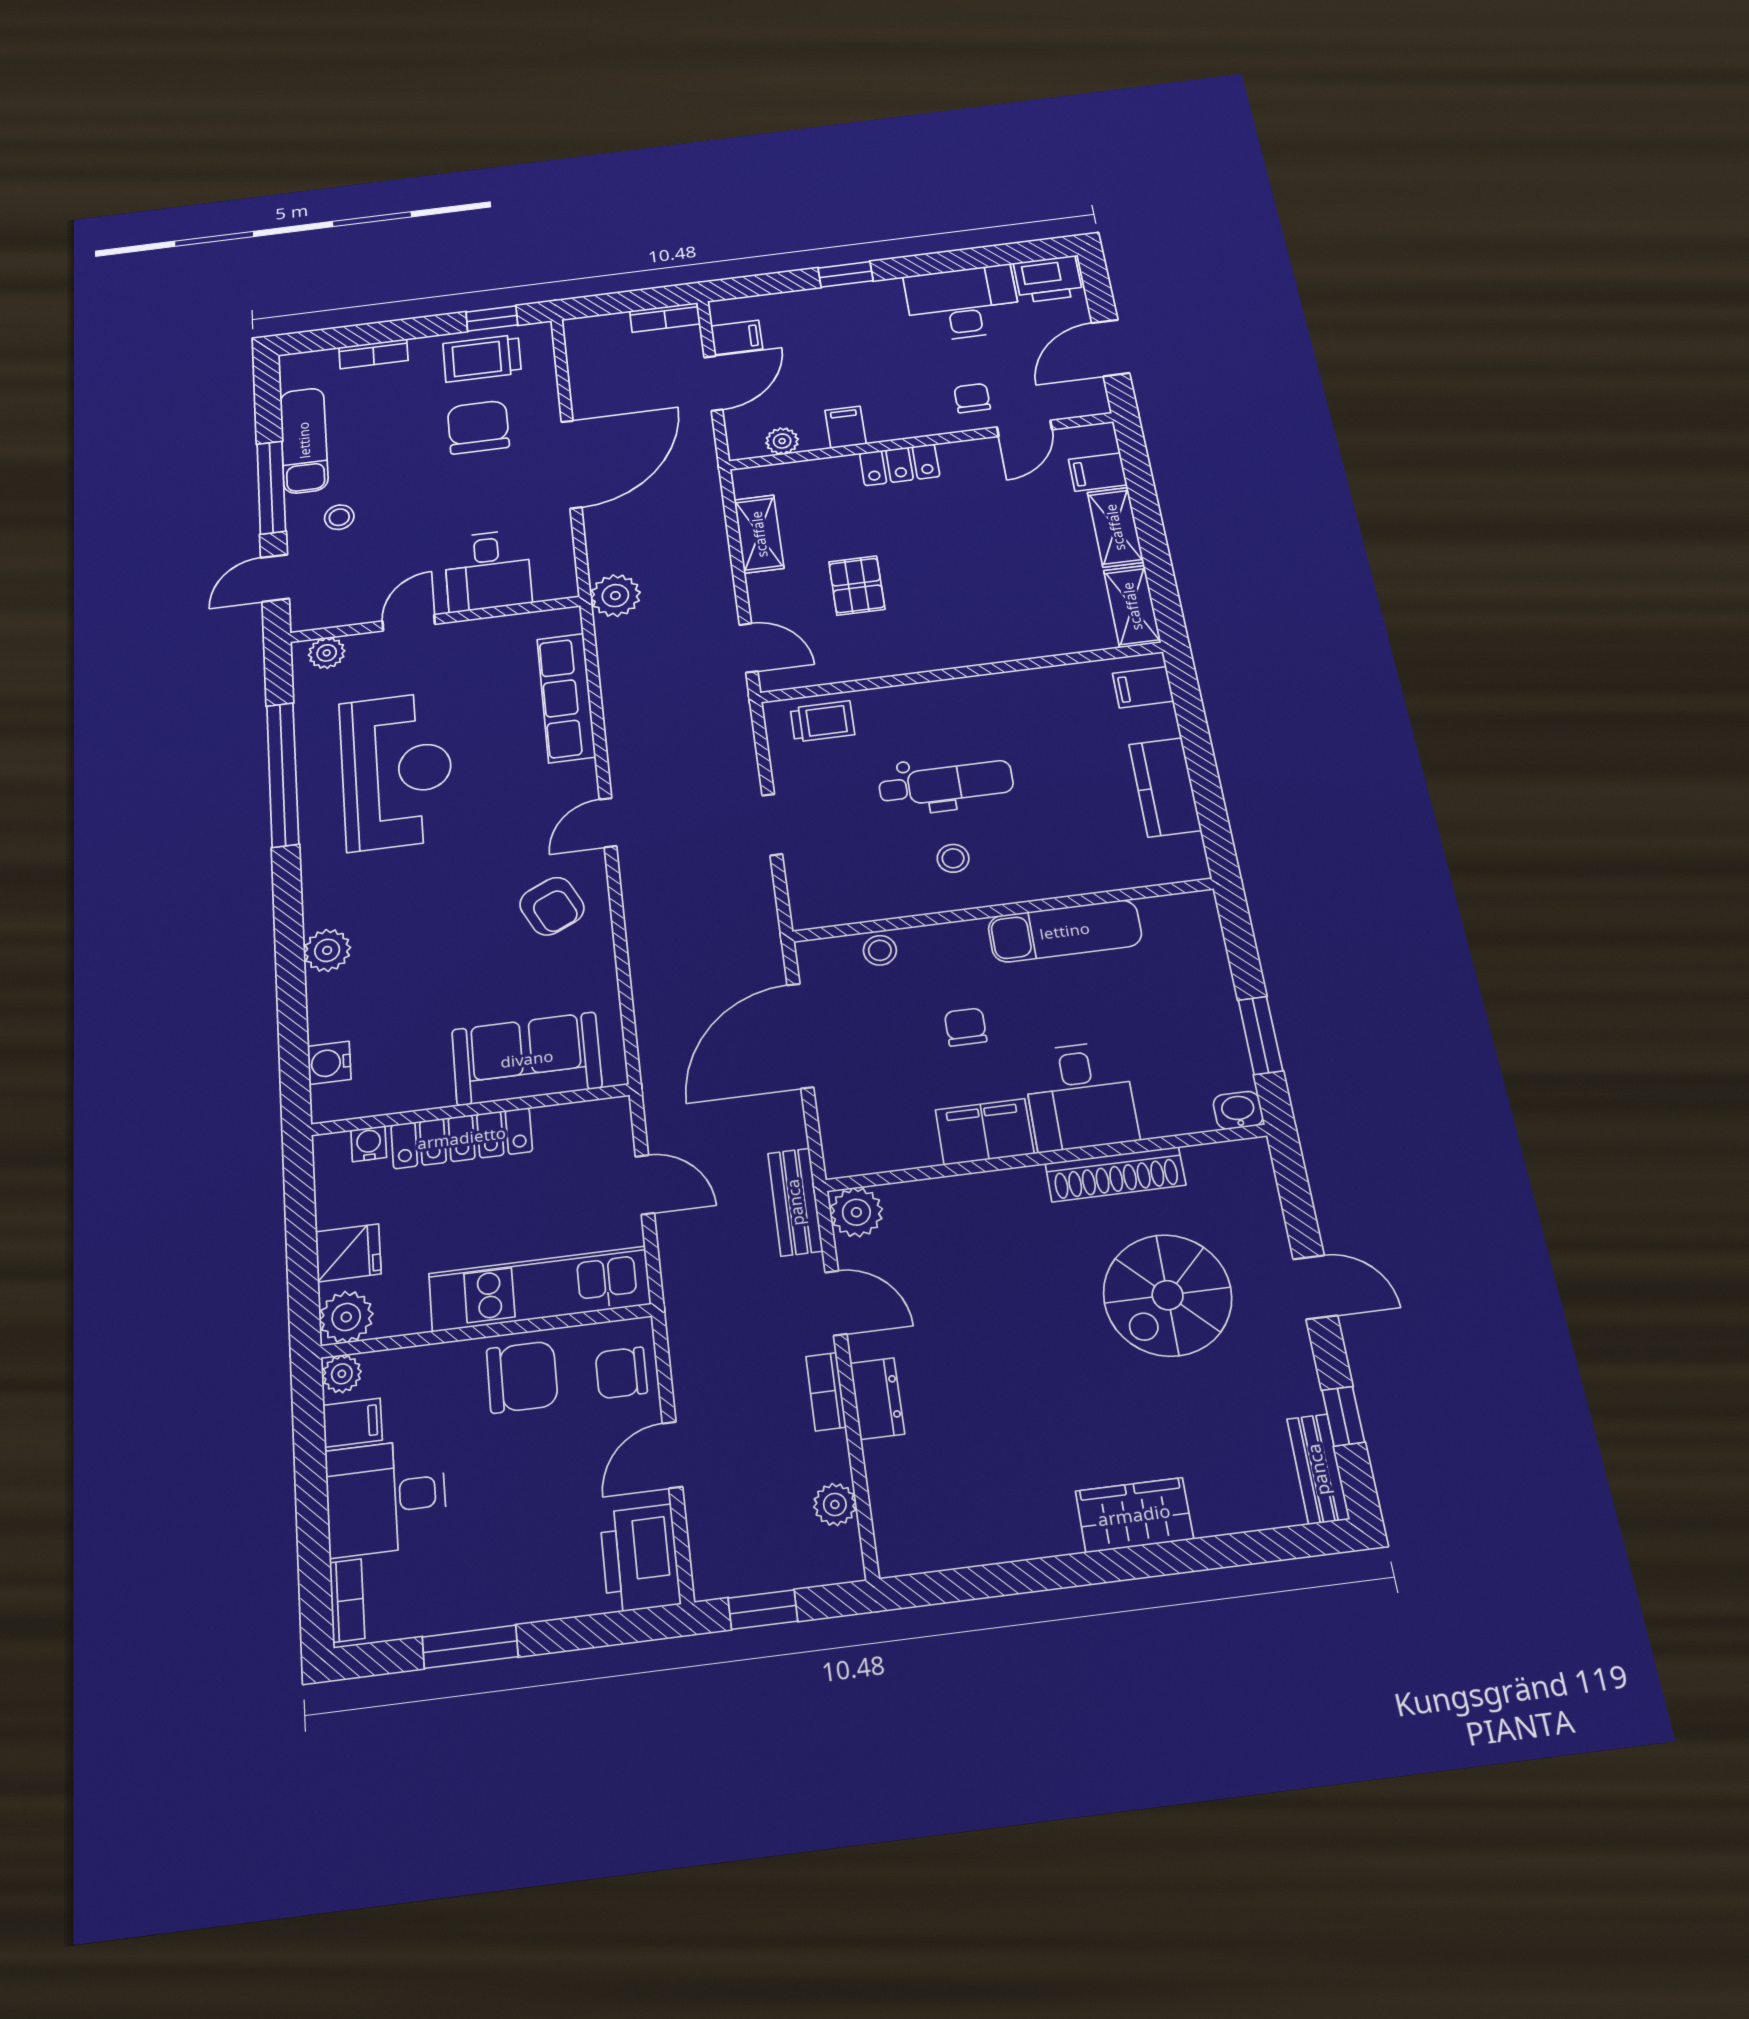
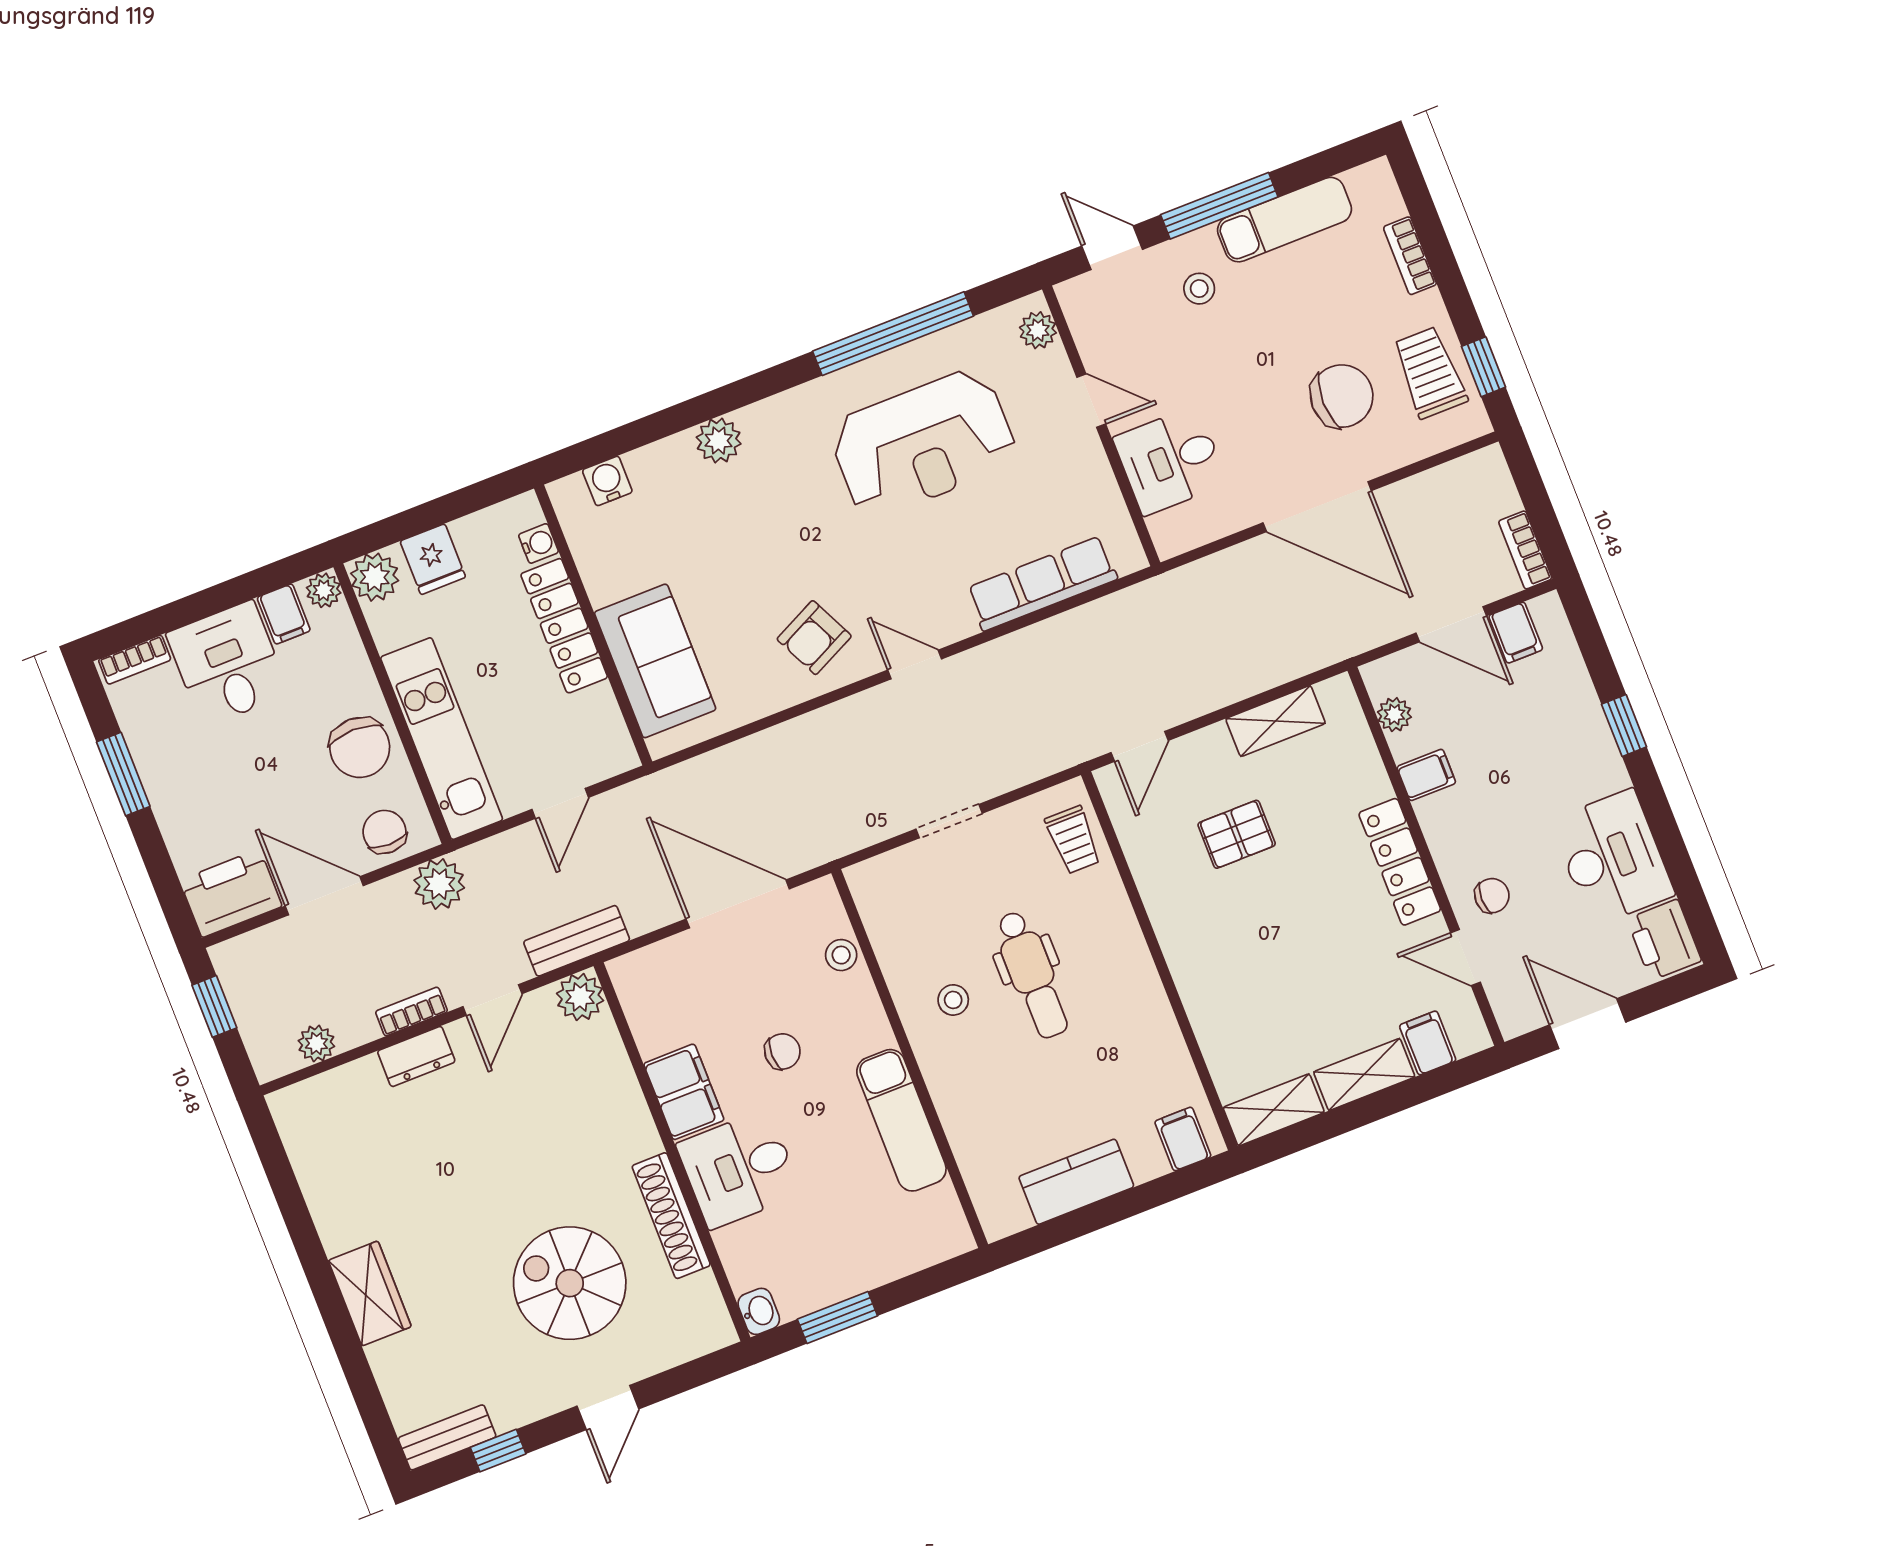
locker: (900, 465) -> (1400, 862), width x1.53
plant: (615, 596) -> (439, 884), moved
door: (672, 1455) -> (324, 896), width x1.38

